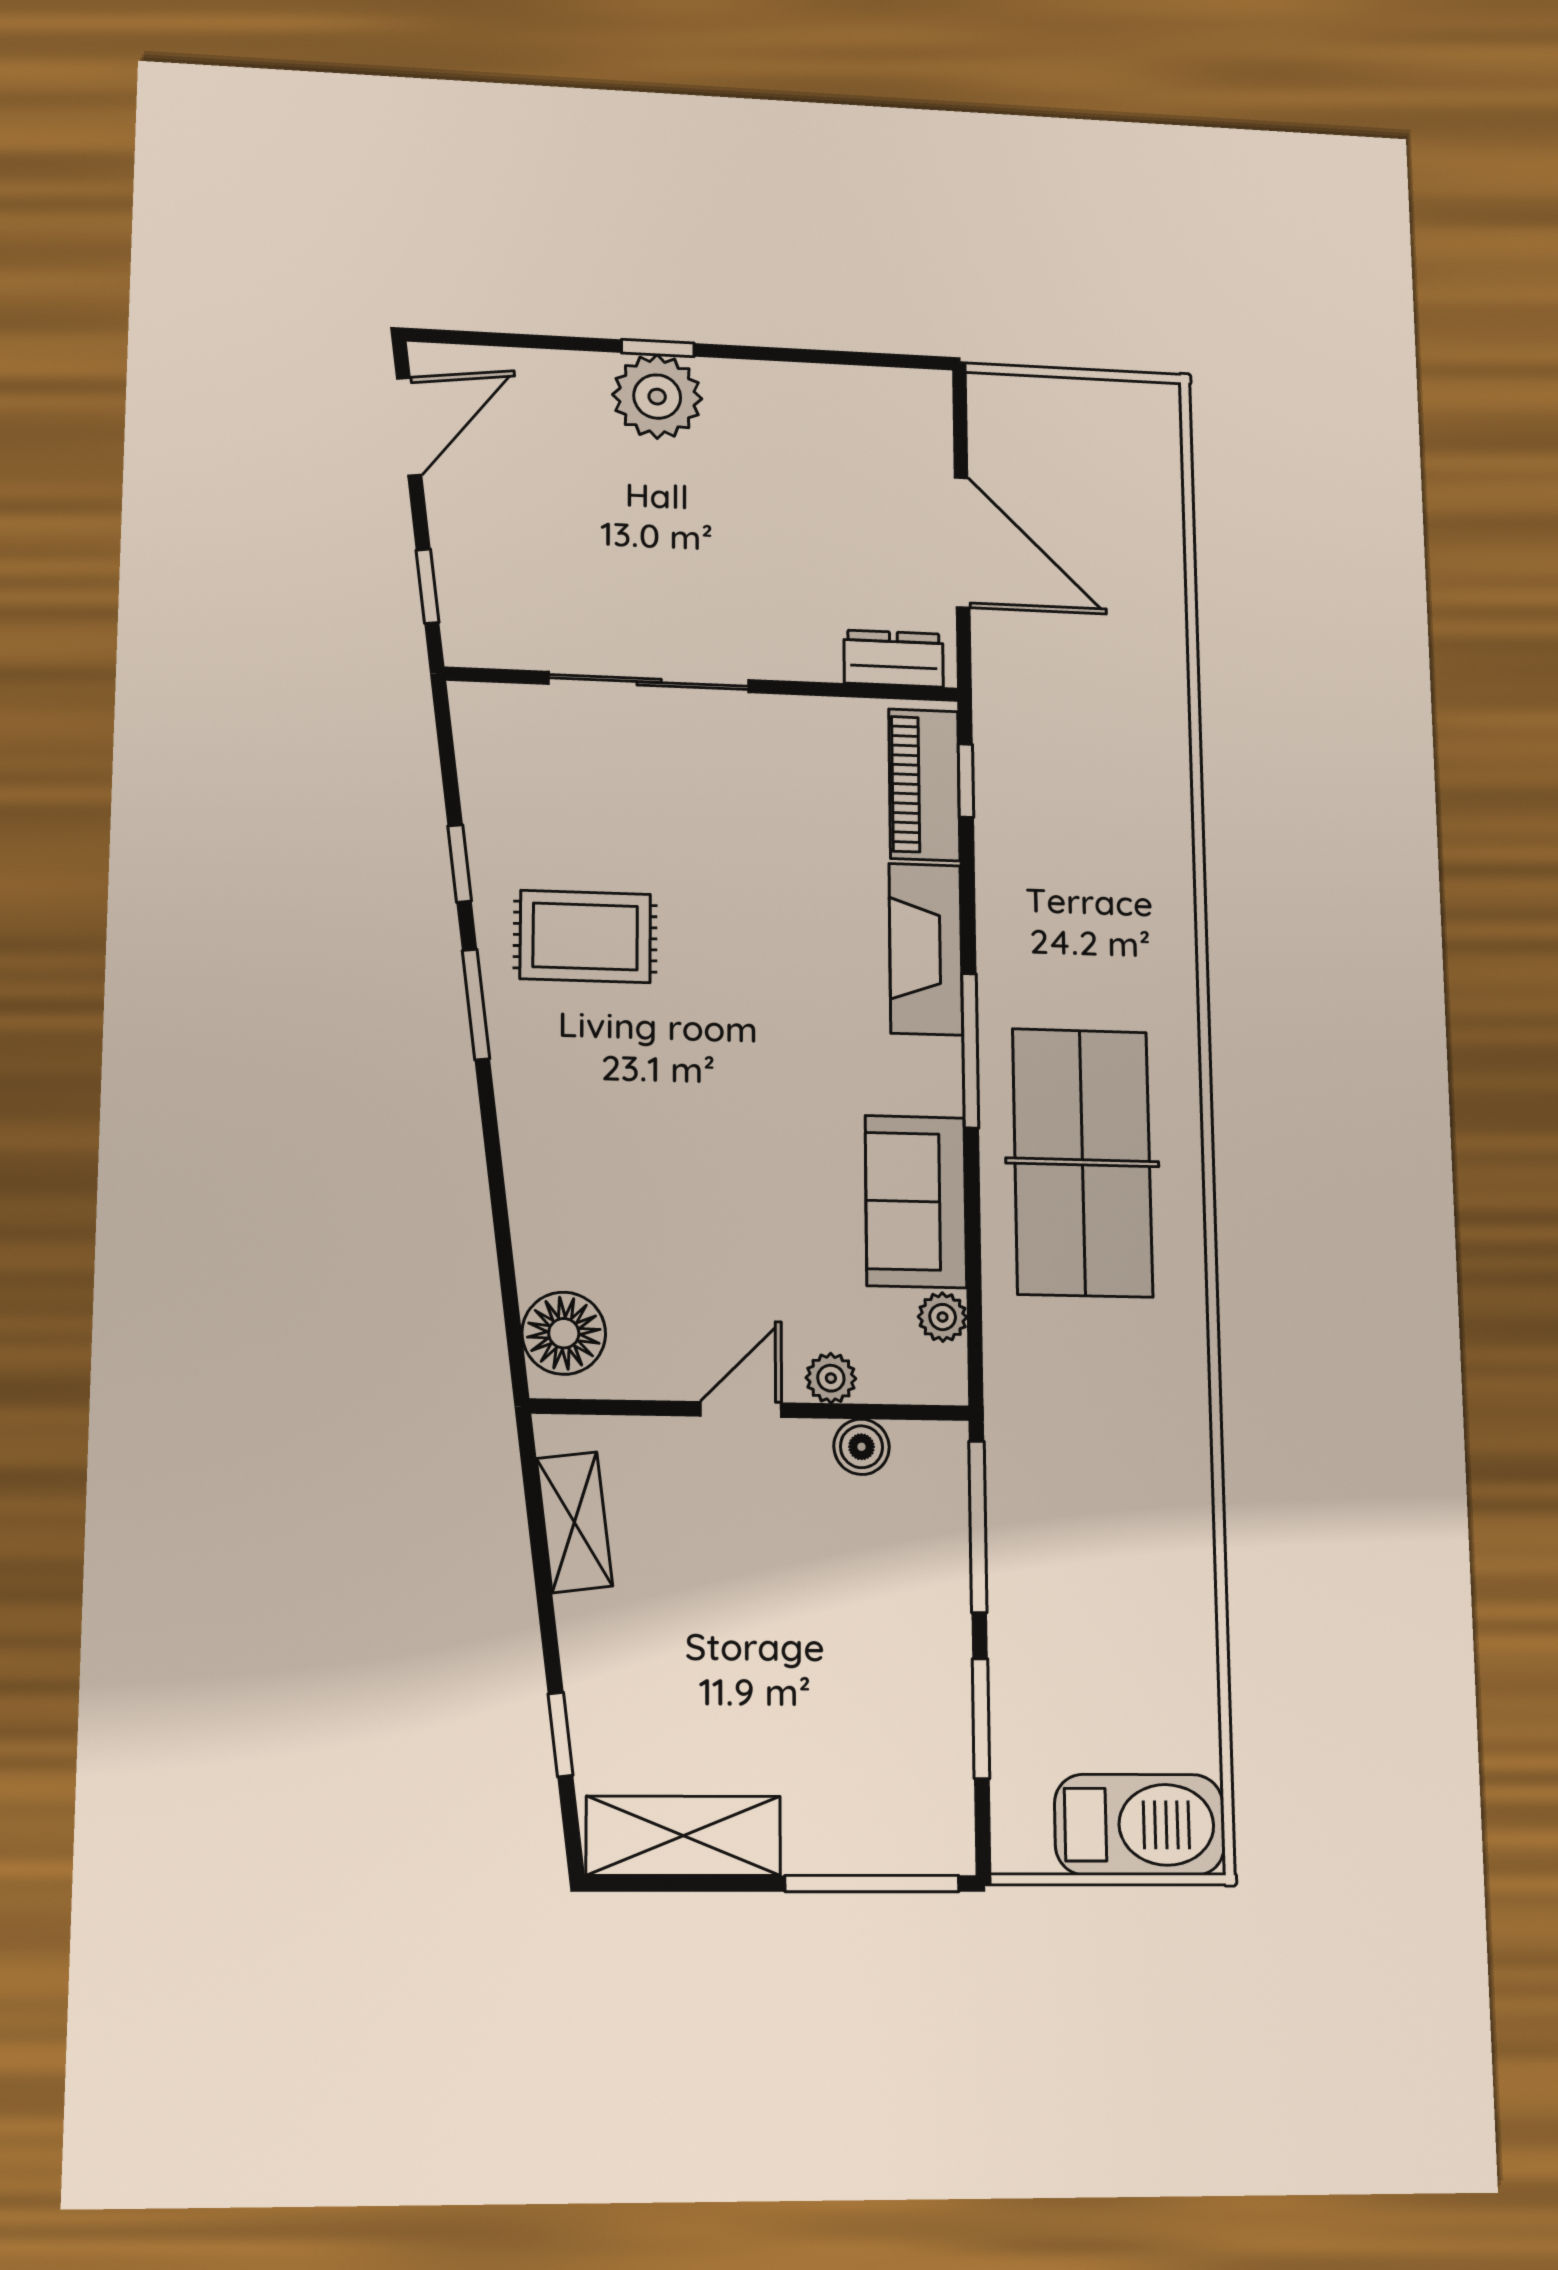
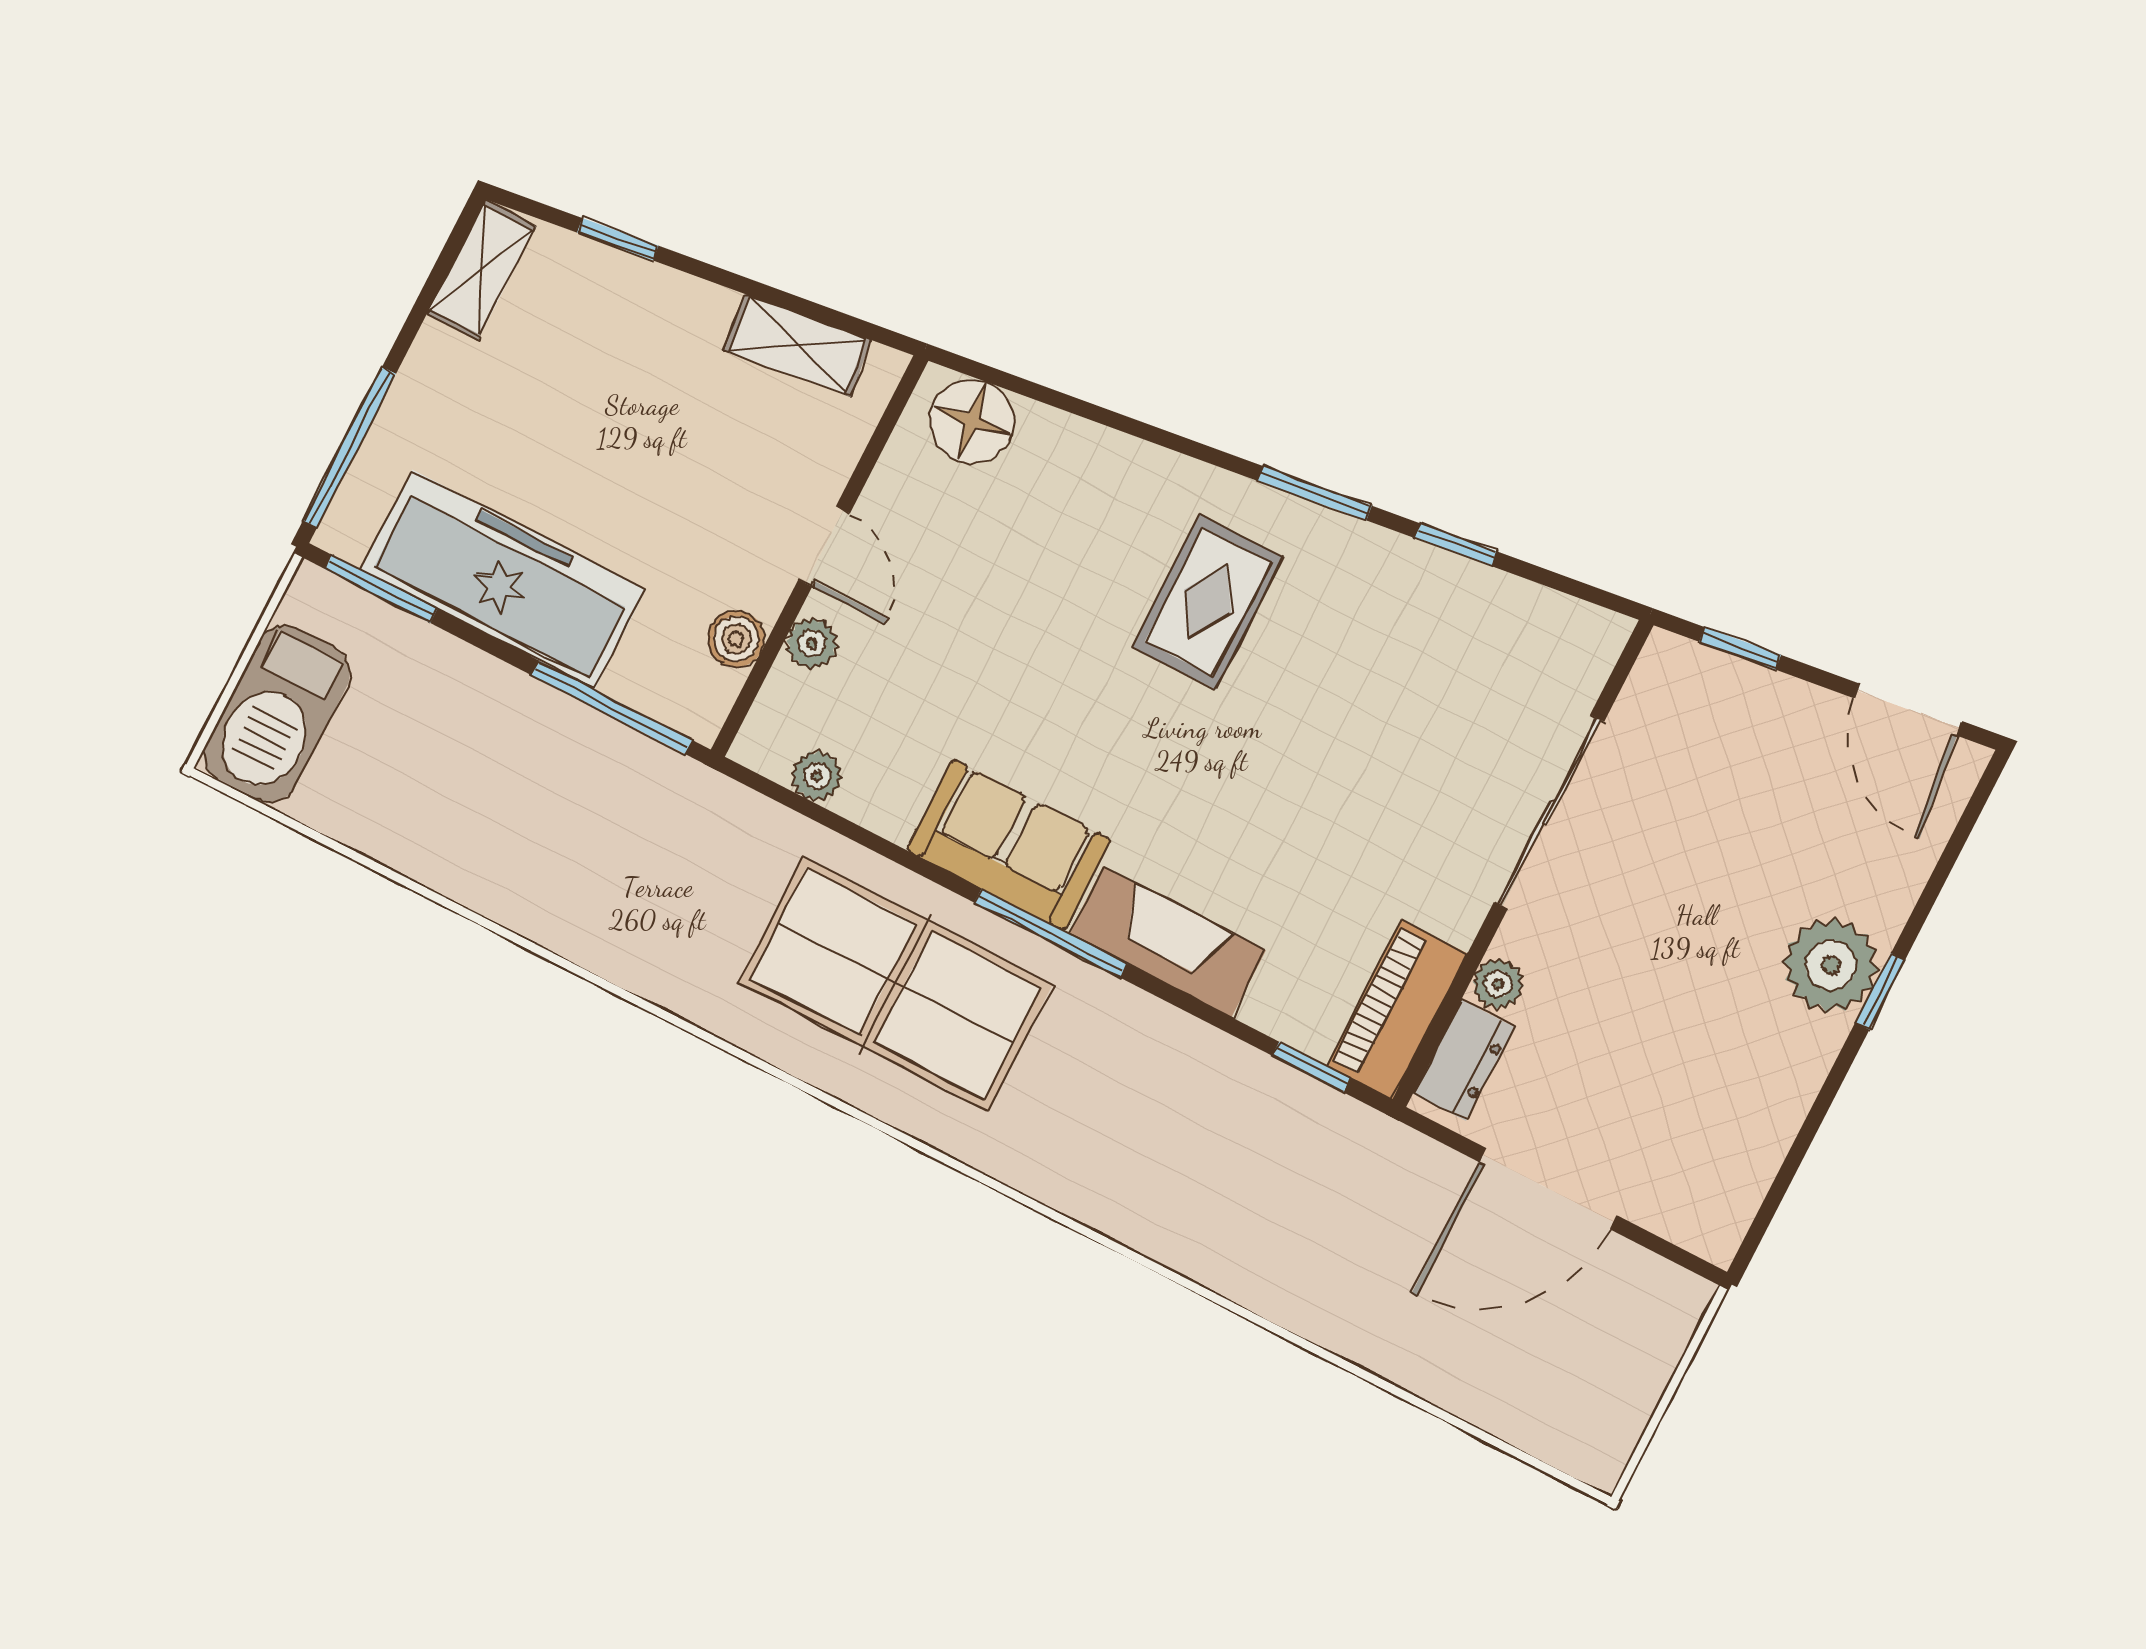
plant: (815, 659) -> (1498, 984), added
piano: (924, 785) -> (1397, 1010), moved, turned -90
rug: (585, 936) -> (1208, 602), moved
sofa: (916, 1201) -> (1009, 845), moved
freezer: (917, 1681) -> (503, 580), added
window: (981, 1718) -> (381, 589), moved
shelving: (683, 1836) -> (482, 270), width x0.67, depth x0.75

